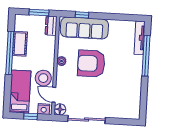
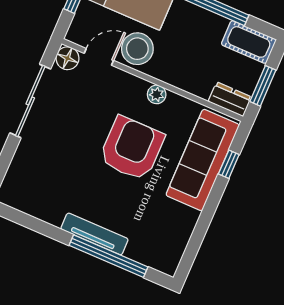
tv unit: (140, 38) -> (95, 234), moved
cot: (20, 44) -> (249, 42), moved
nightstand: (44, 109) -> (79, 28), removed

